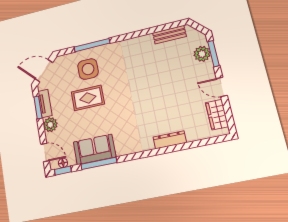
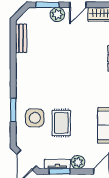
window: (92, 45) -> (13, 110), width x0.69
plant: (202, 54) -> (57, 14), moved

